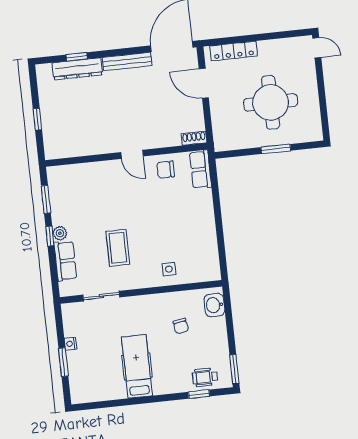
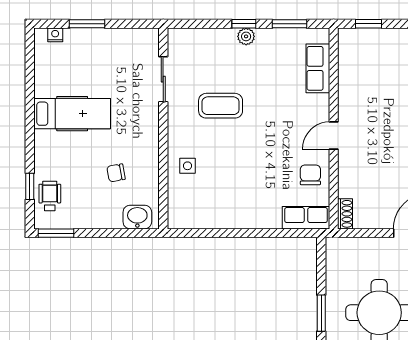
window: (37, 119) -> (368, 24), moved
row of seats: (65, 261) -> (318, 68), moved, turned 90
nightstand: (70, 344) -> (55, 35), moved

